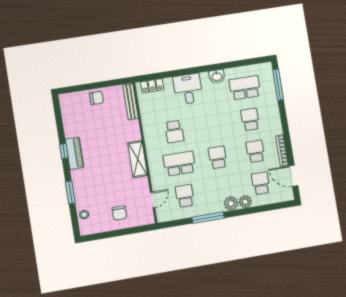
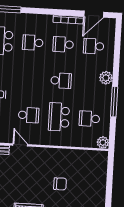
school desk: (218, 157) -> (61, 81), turned 180
shelving: (138, 159) -> (46, 154), removed
door: (153, 200) -> (20, 145), moved
plant: (245, 202) -> (103, 142), moved
chair: (119, 213) -> (60, 184), moved

